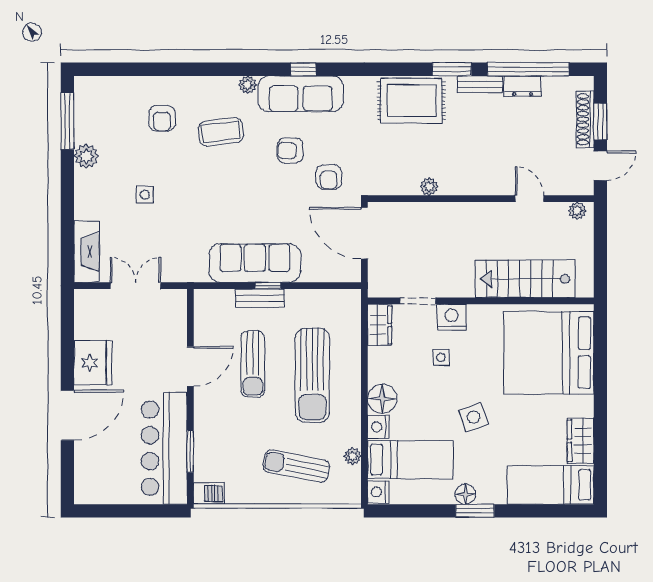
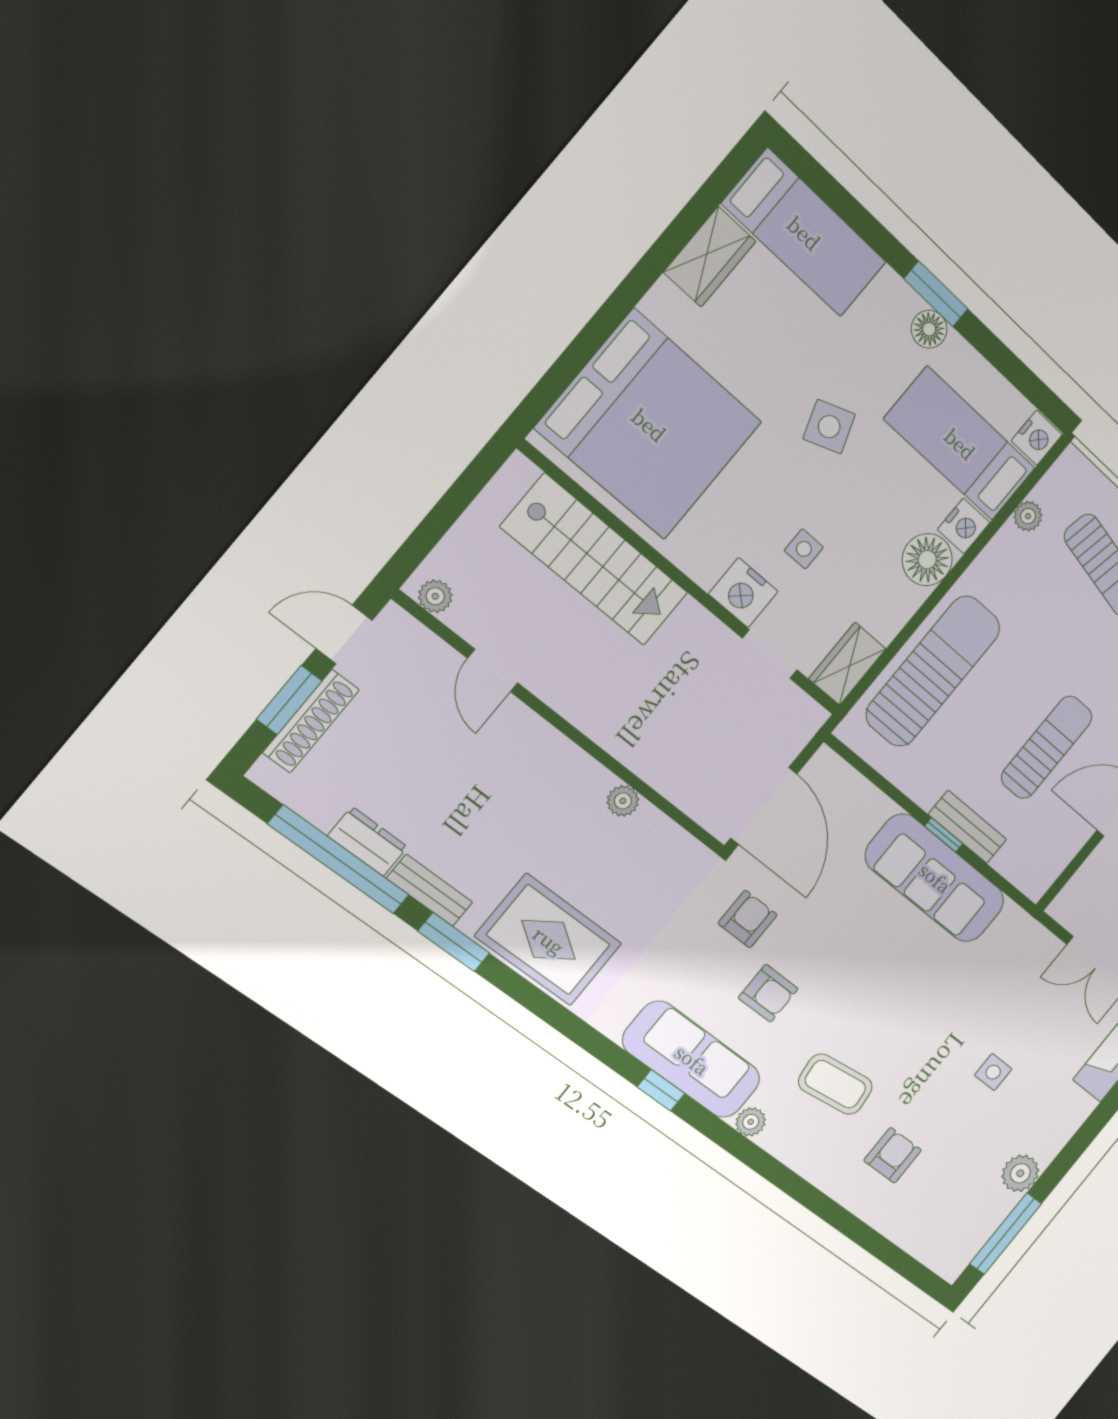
sun lounger: (312, 375) -> (933, 671), moved

